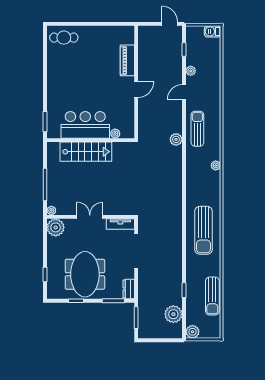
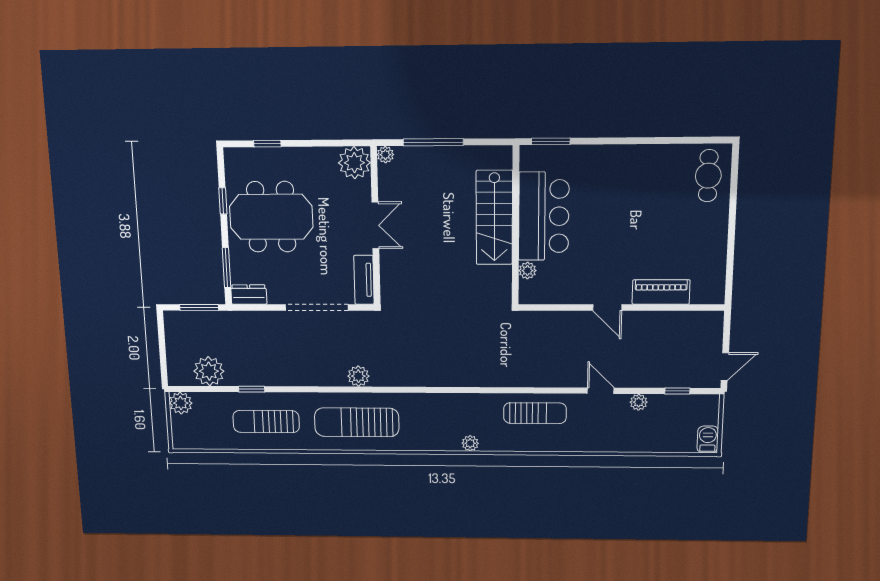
plant: (176, 139) -> (358, 376), moved
sun lounger: (212, 296) -> (266, 422), moved

